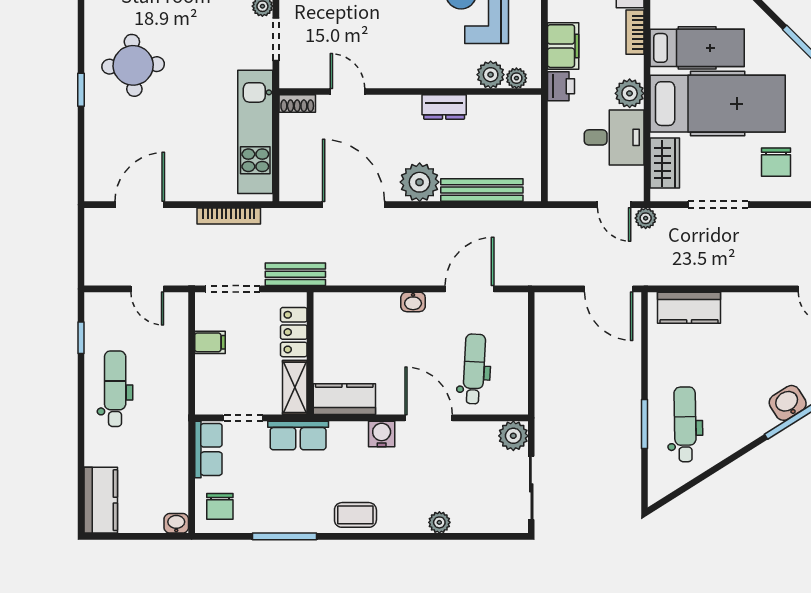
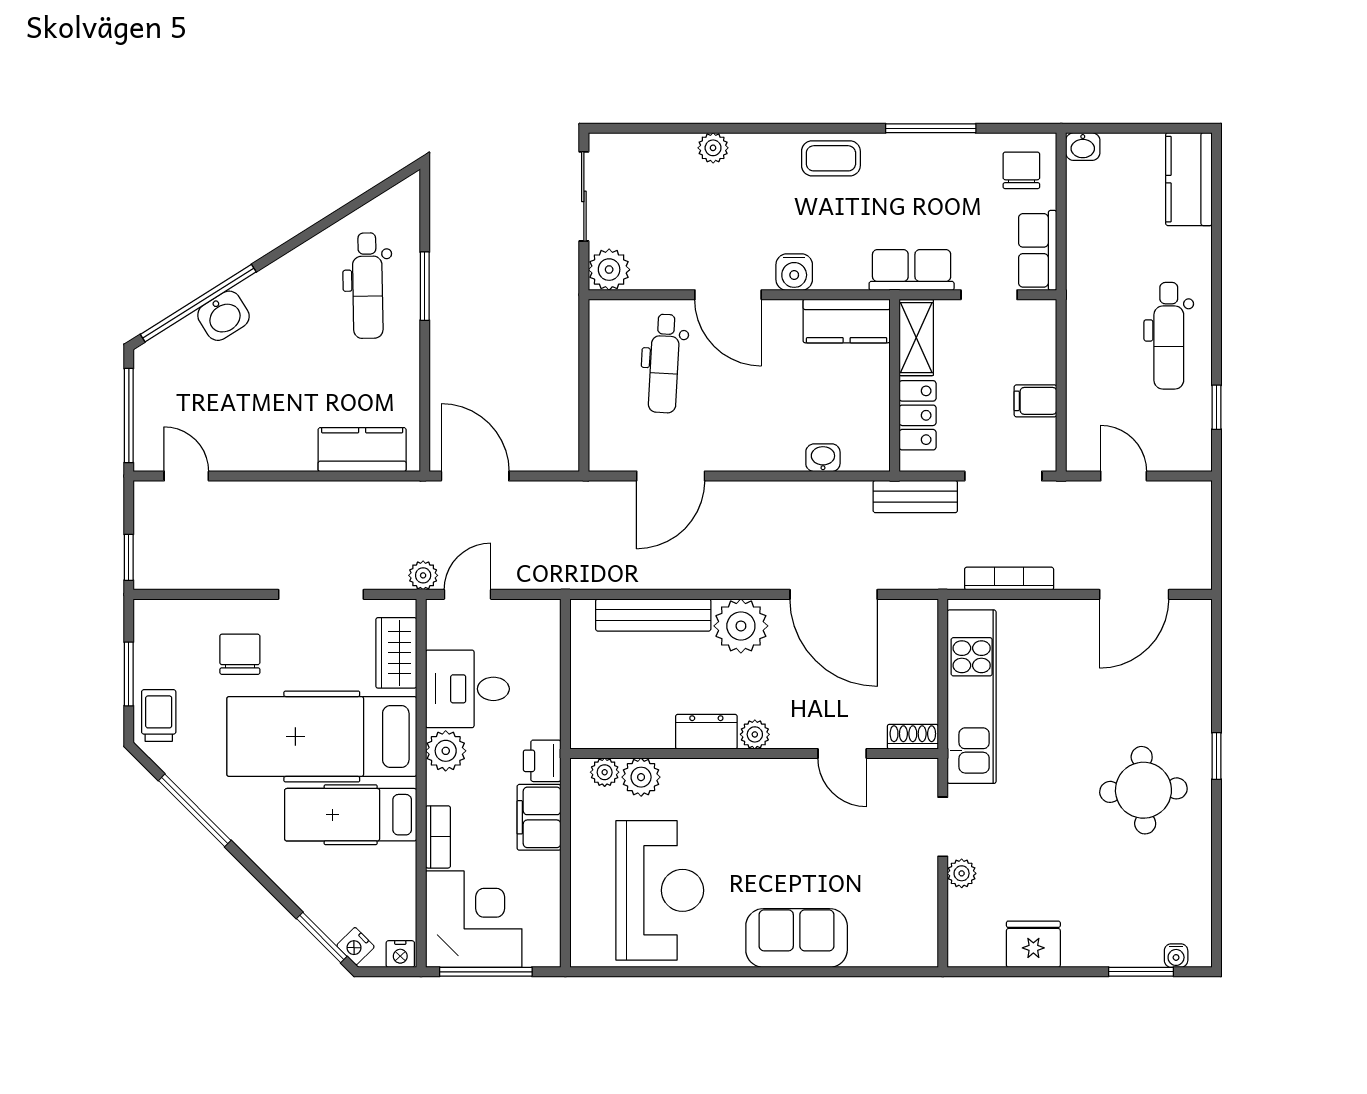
plant: (410, 105) -> (755, 734), added
door: (614, 205) -> (467, 594), hinge flipped
washbasin: (413, 302) -> (823, 458), moved

